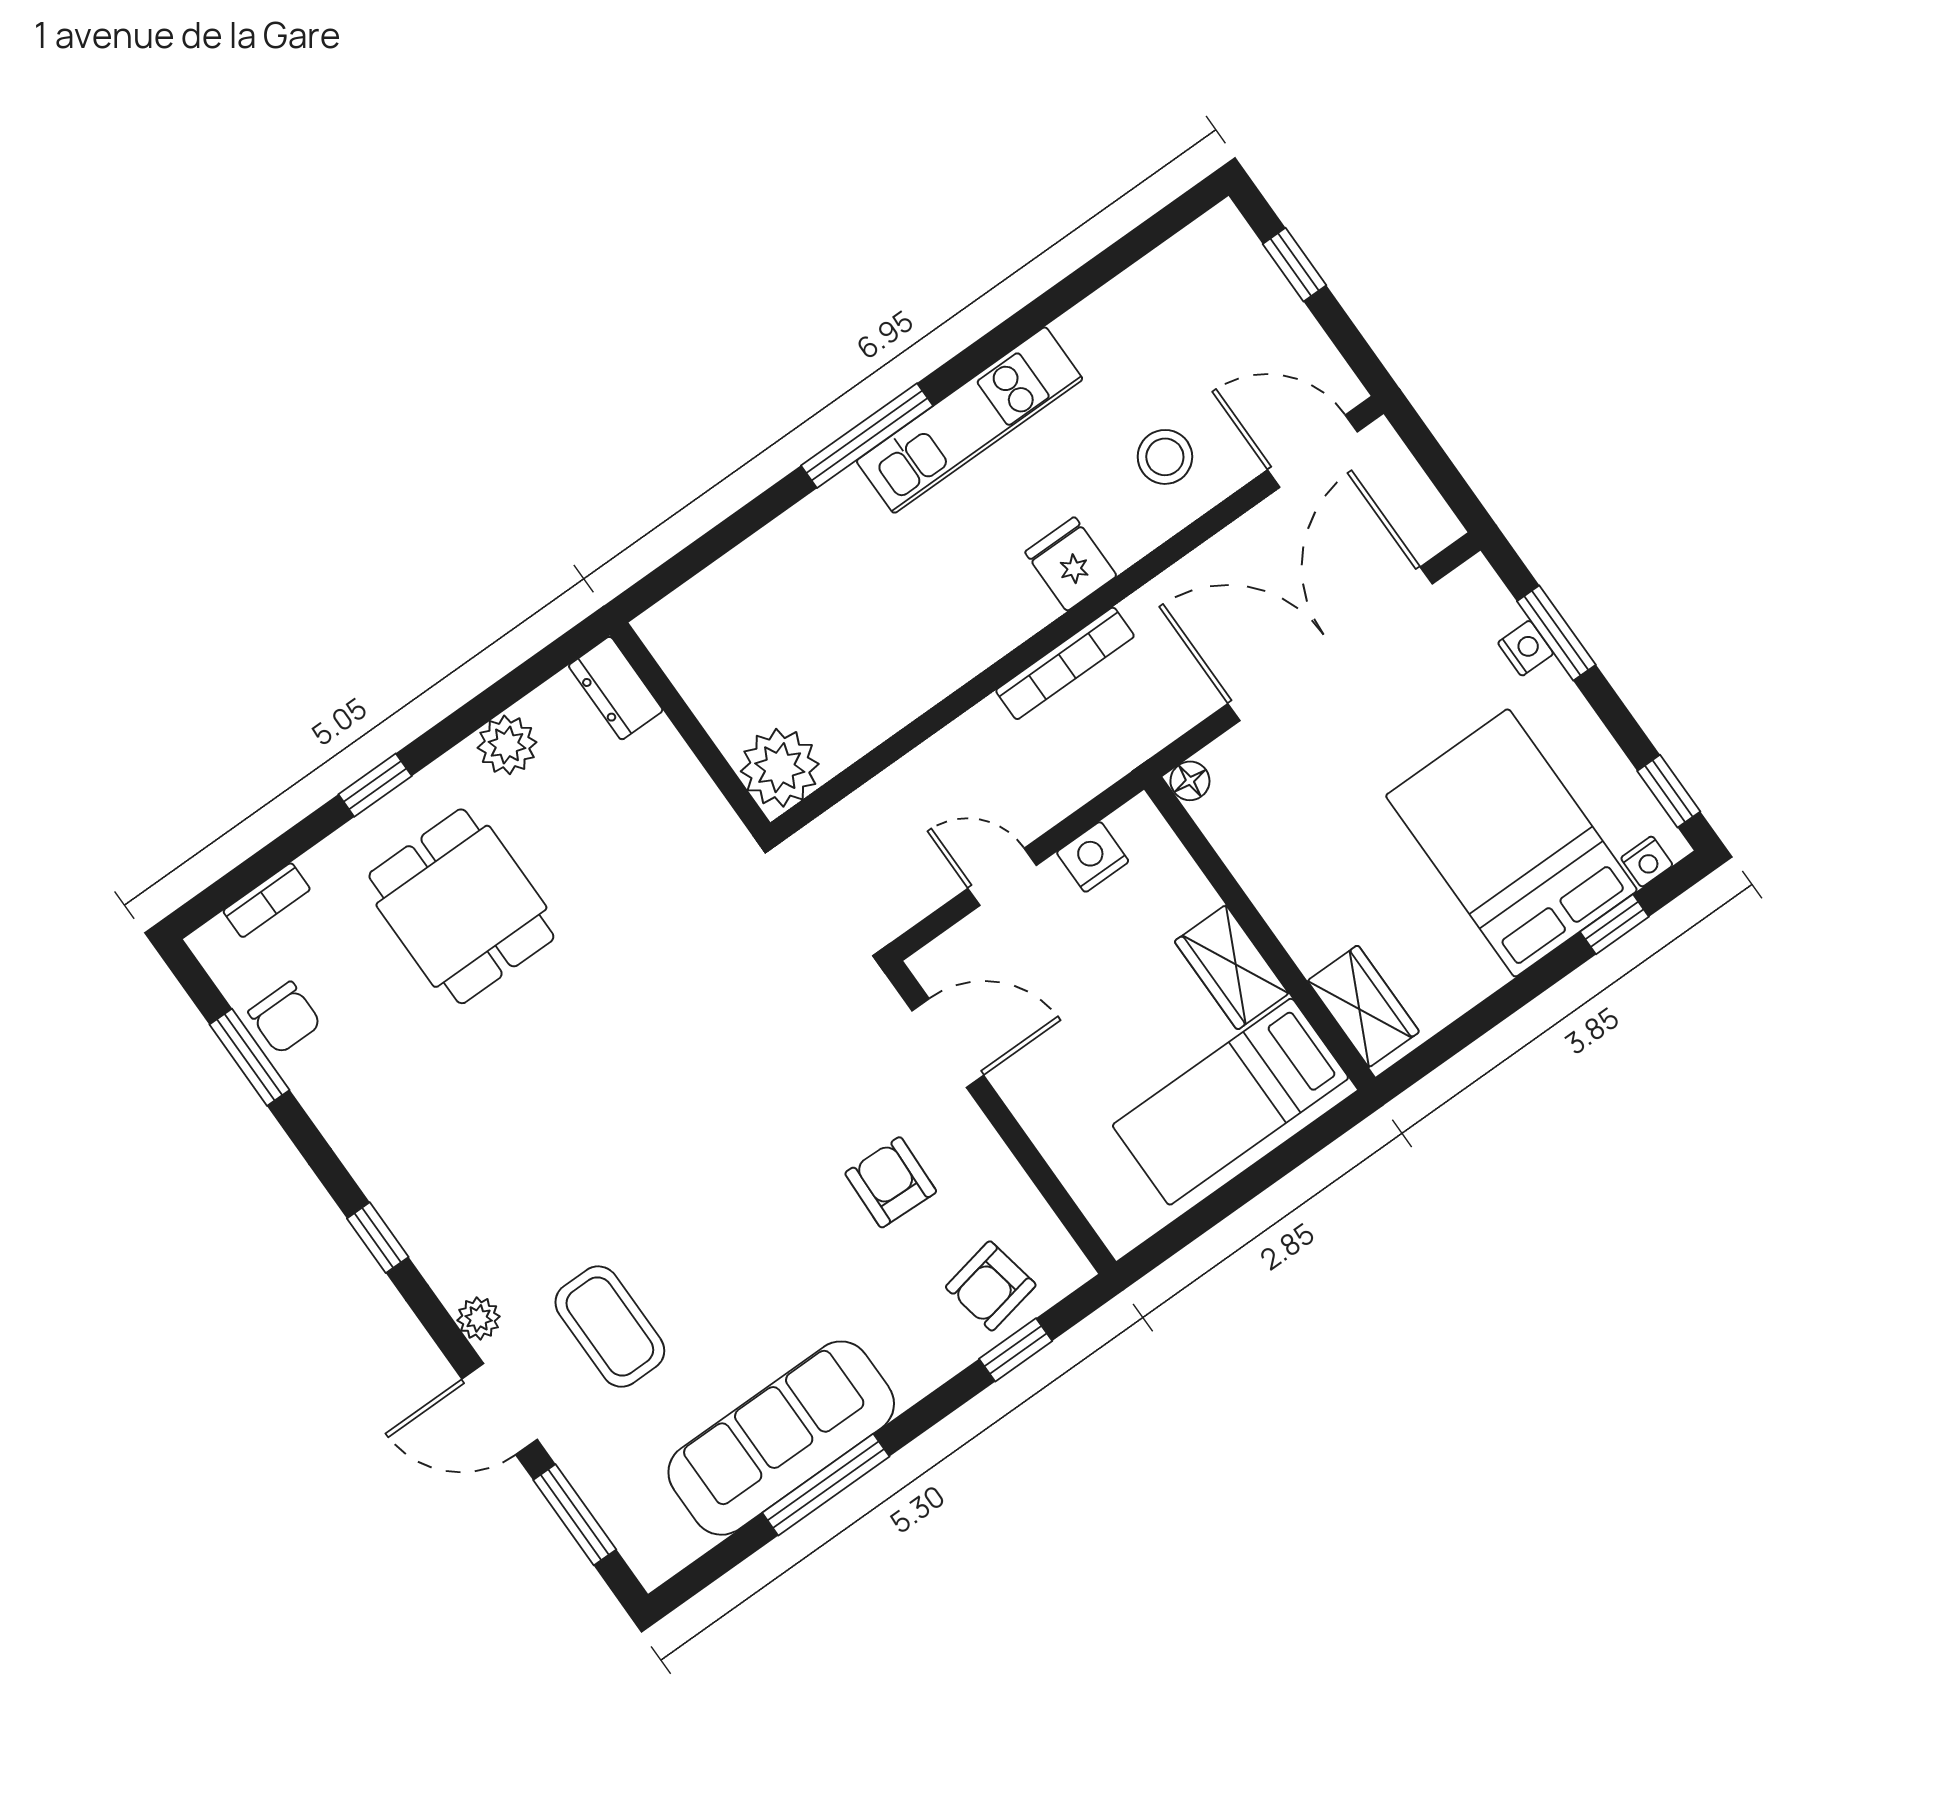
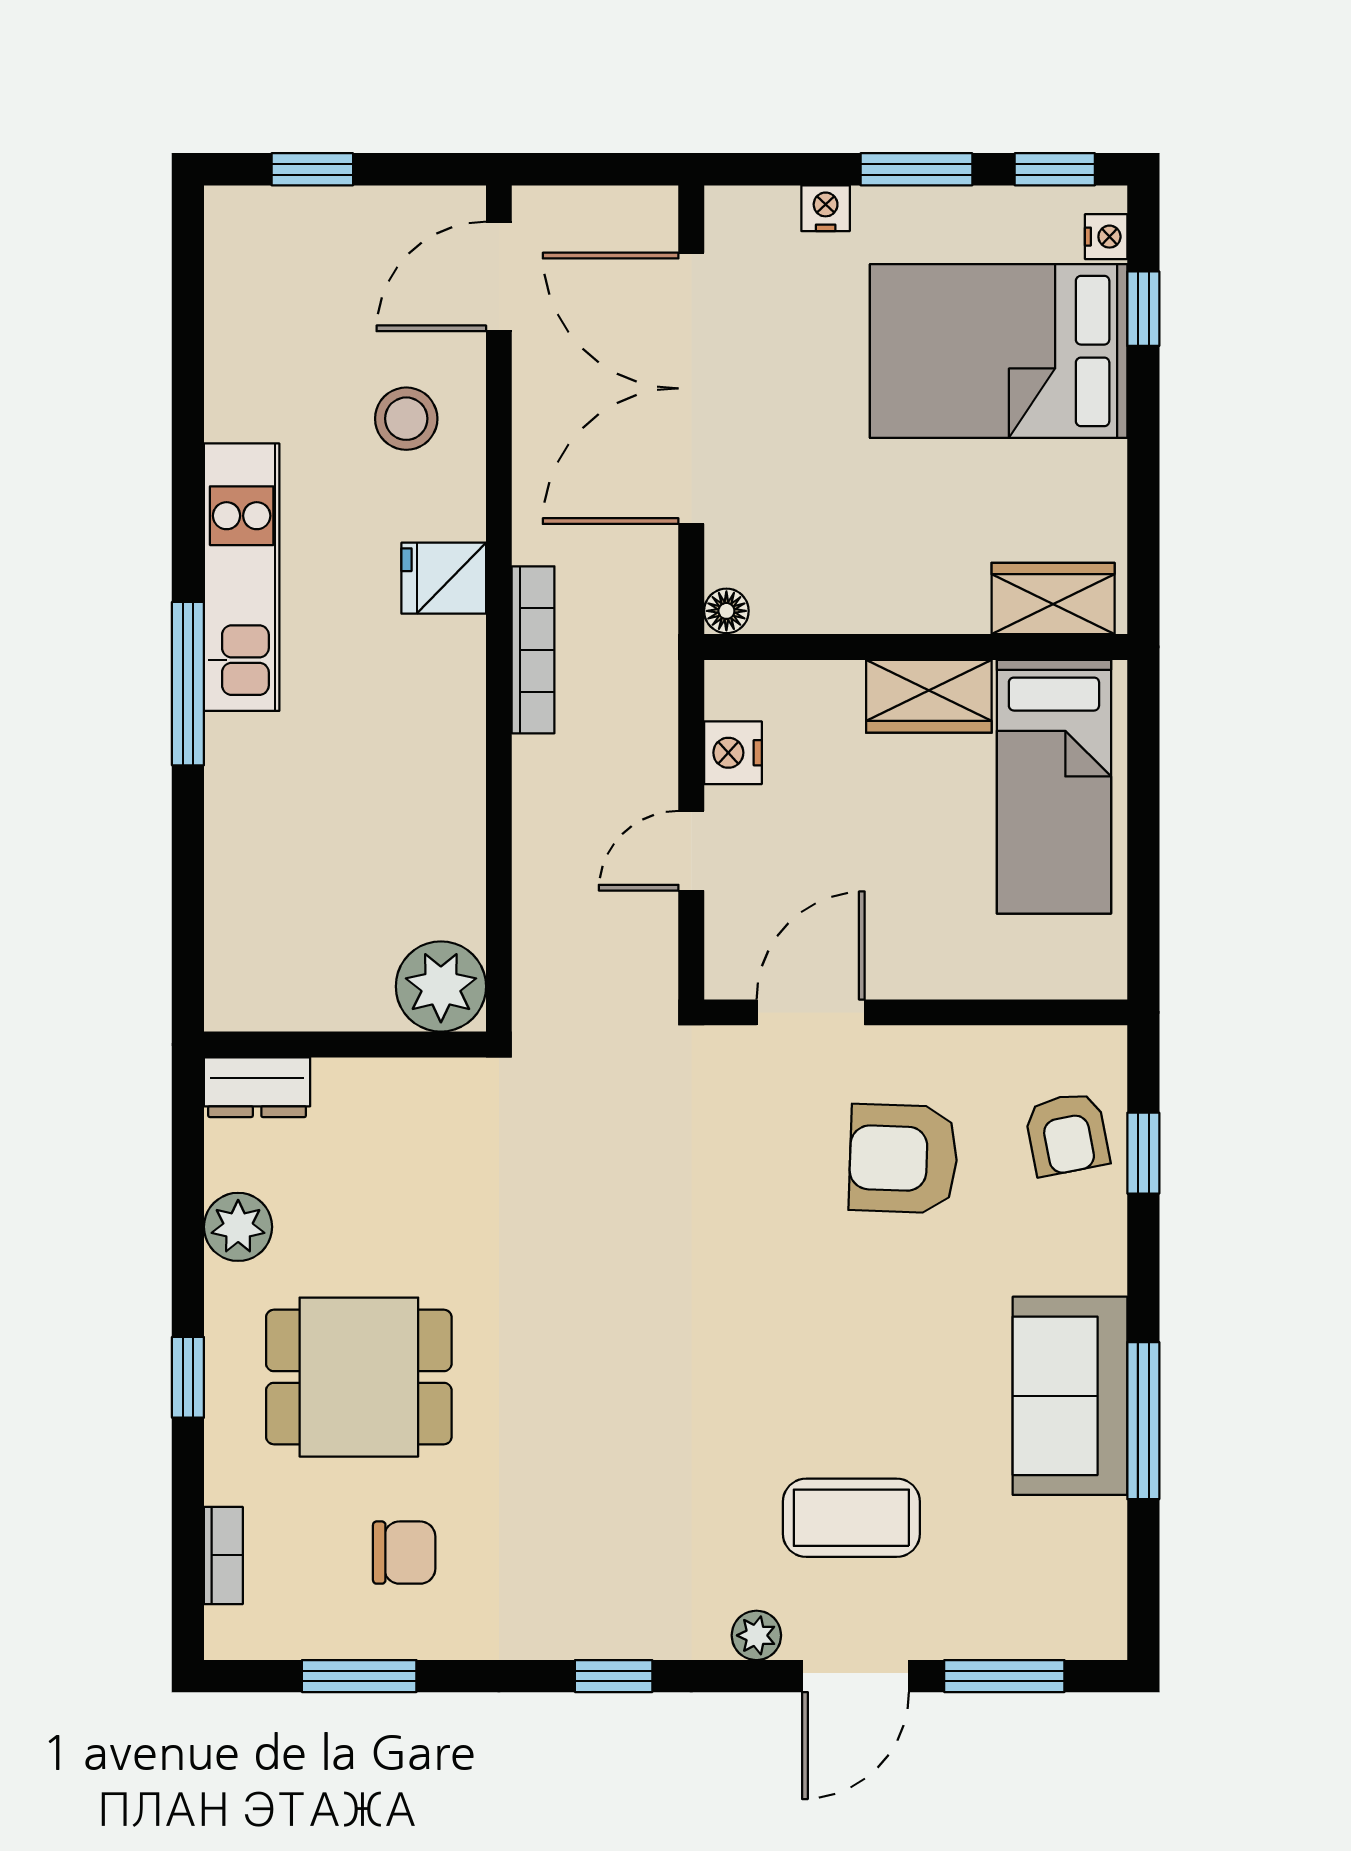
window: (1556, 633) -> (916, 169), moved
chair: (285, 1018) -> (404, 1553), moved
armchair: (891, 1182) -> (903, 1159), width x1.38, depth x1.38
sofa: (781, 1438) -> (1070, 1396), width x0.73

